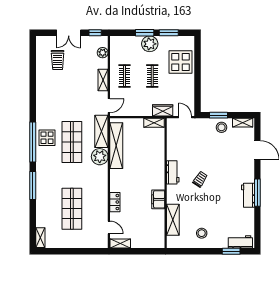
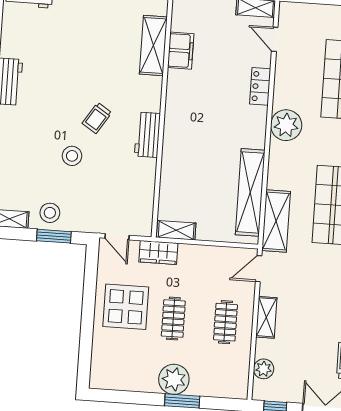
window: (169, 33) -> (136, 398), removed
display table: (180, 62) -> (126, 307), moved
plant: (100, 157) -> (286, 125), moved
filing cabinet: (158, 199) -> (181, 51), moved
stool: (202, 233) -> (72, 156), moved

